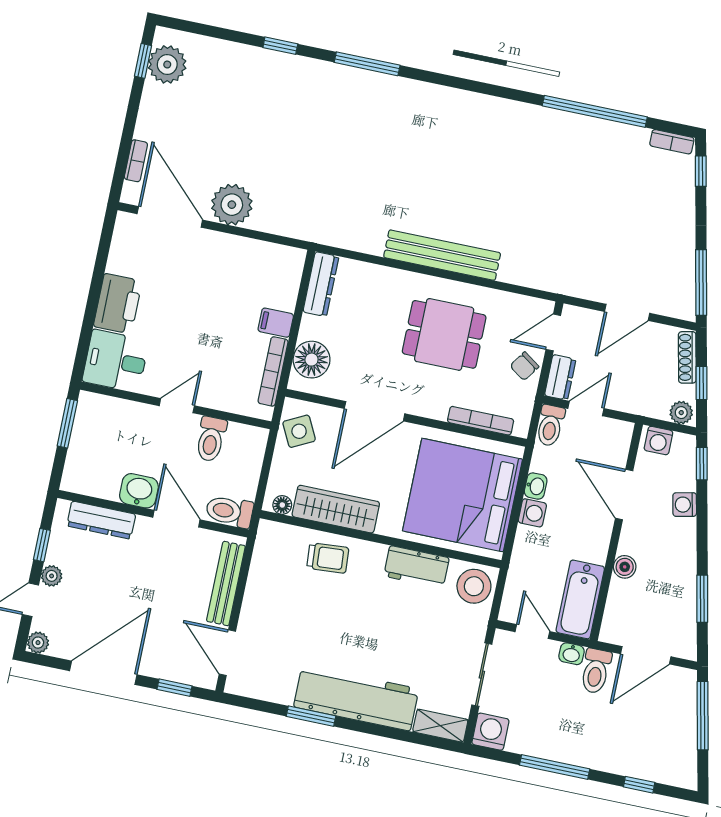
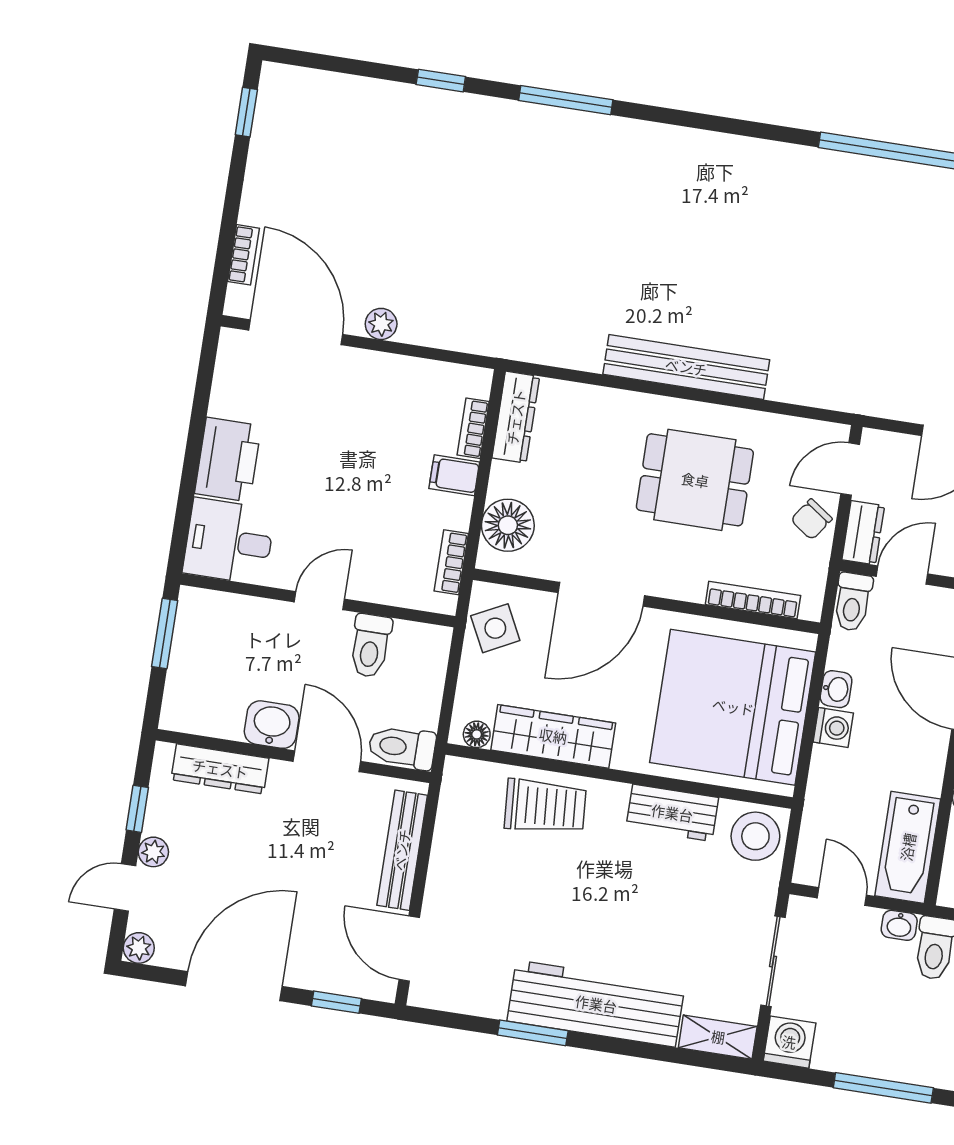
plant: (167, 64) -> (281, 115), removed
plant: (232, 205) -> (381, 324), width x0.53, depth x0.53
bookcase: (291, 290) -> (473, 428), added
bookcase: (273, 371) -> (451, 562), width x0.64
trolley: (328, 558) -> (545, 806), width x1.36, depth x1.39

